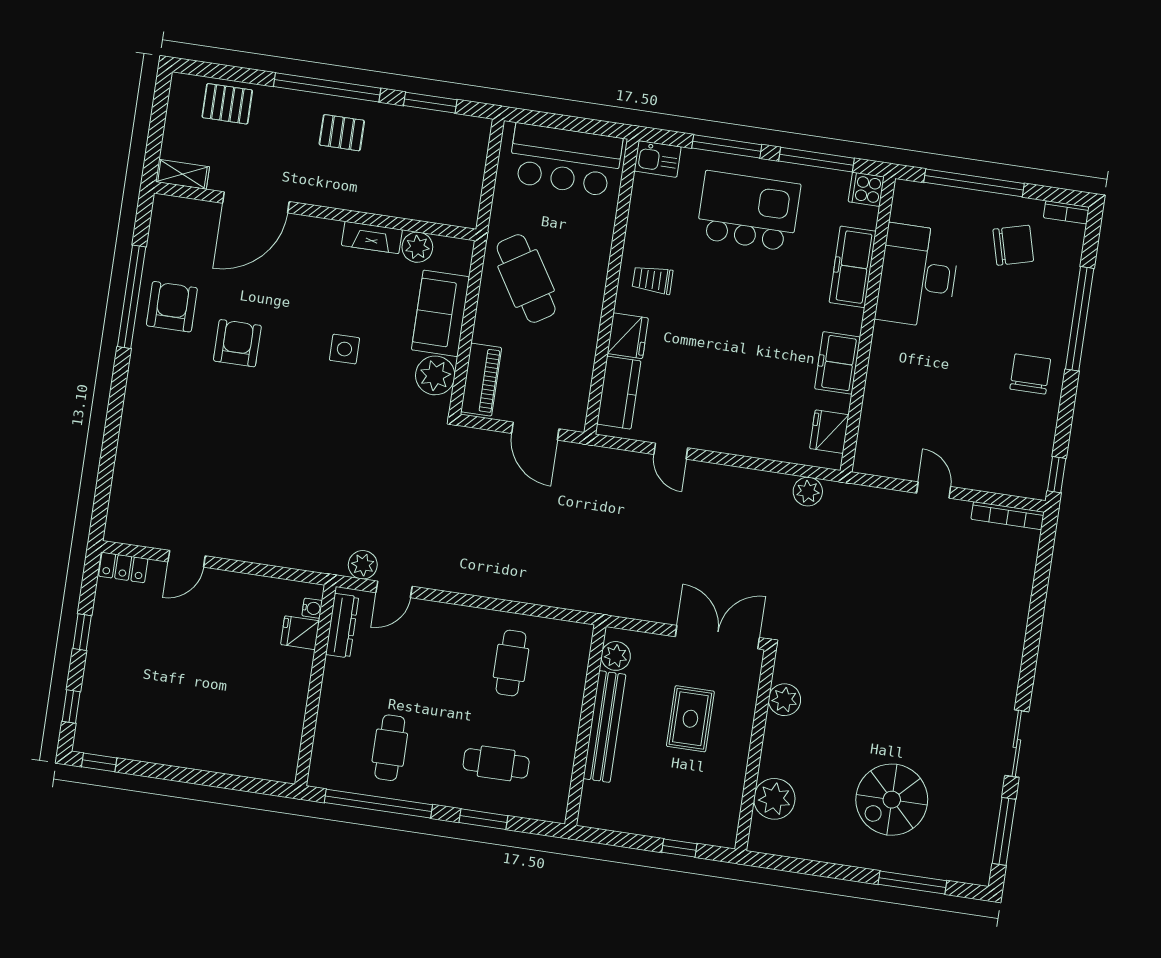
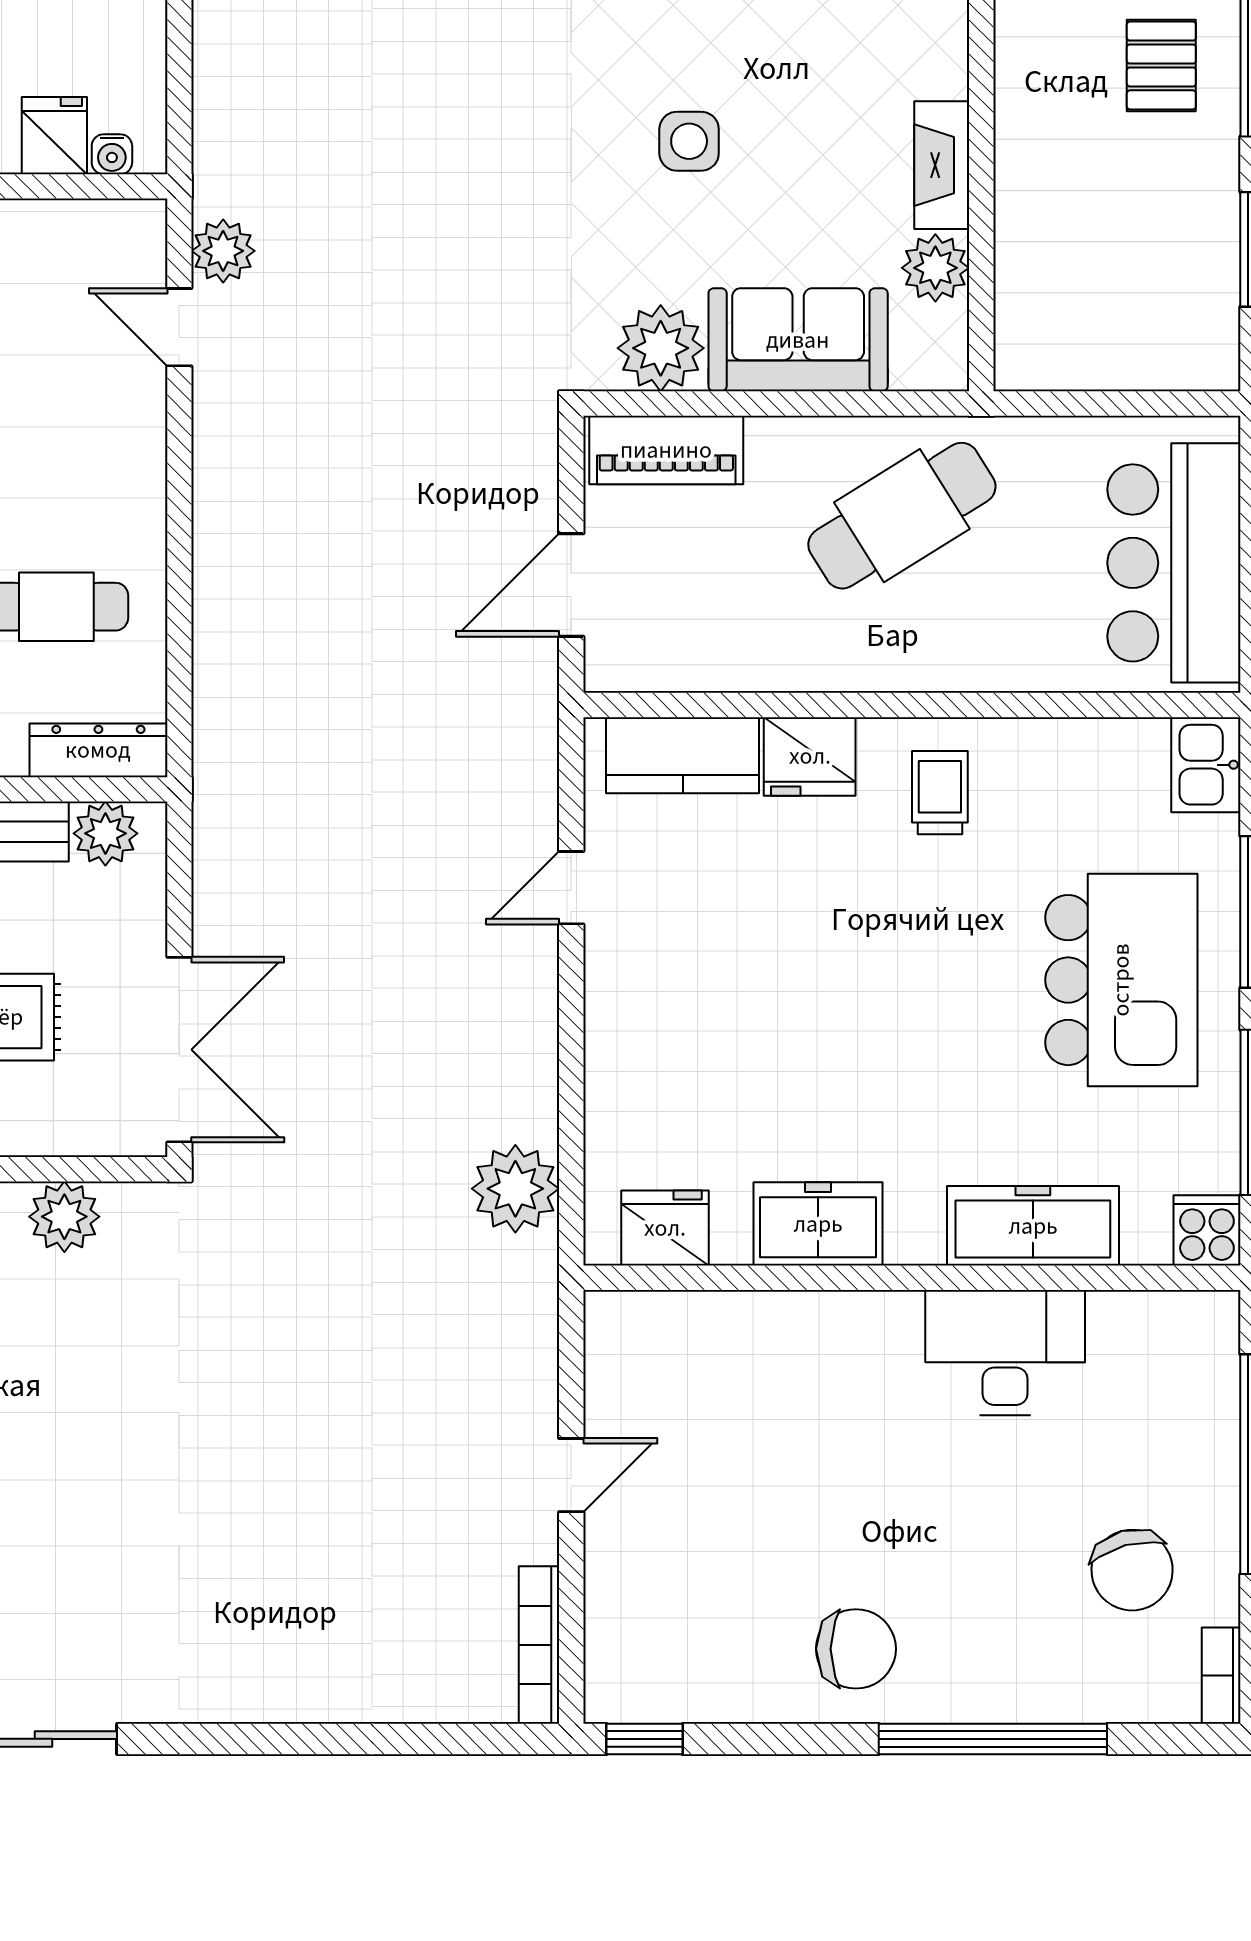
desk: (918, 276) -> (1005, 1352), width x0.73, depth x0.77
plant: (808, 492) -> (515, 1189), width x1.36, depth x1.36
dresser: (342, 626) -> (98, 750), moved, turned 180

